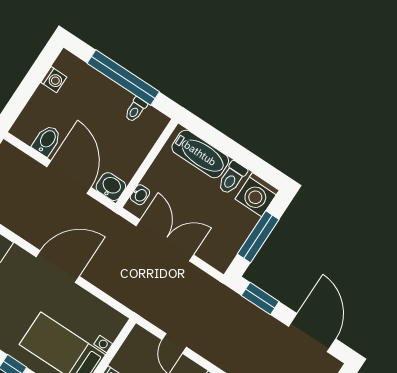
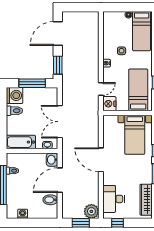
bathtub: (200, 154) -> (21, 142), moved, turned -90
nightstand: (141, 341) -> (109, 104), added

